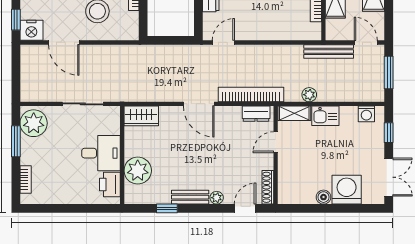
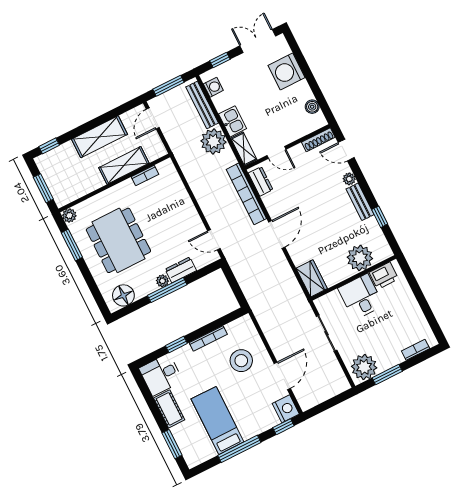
bench: (329, 51) -> (202, 105), moved
plant: (309, 95) -> (213, 142), width x1.87, depth x1.87
boiler: (323, 197) -> (312, 107), moved

